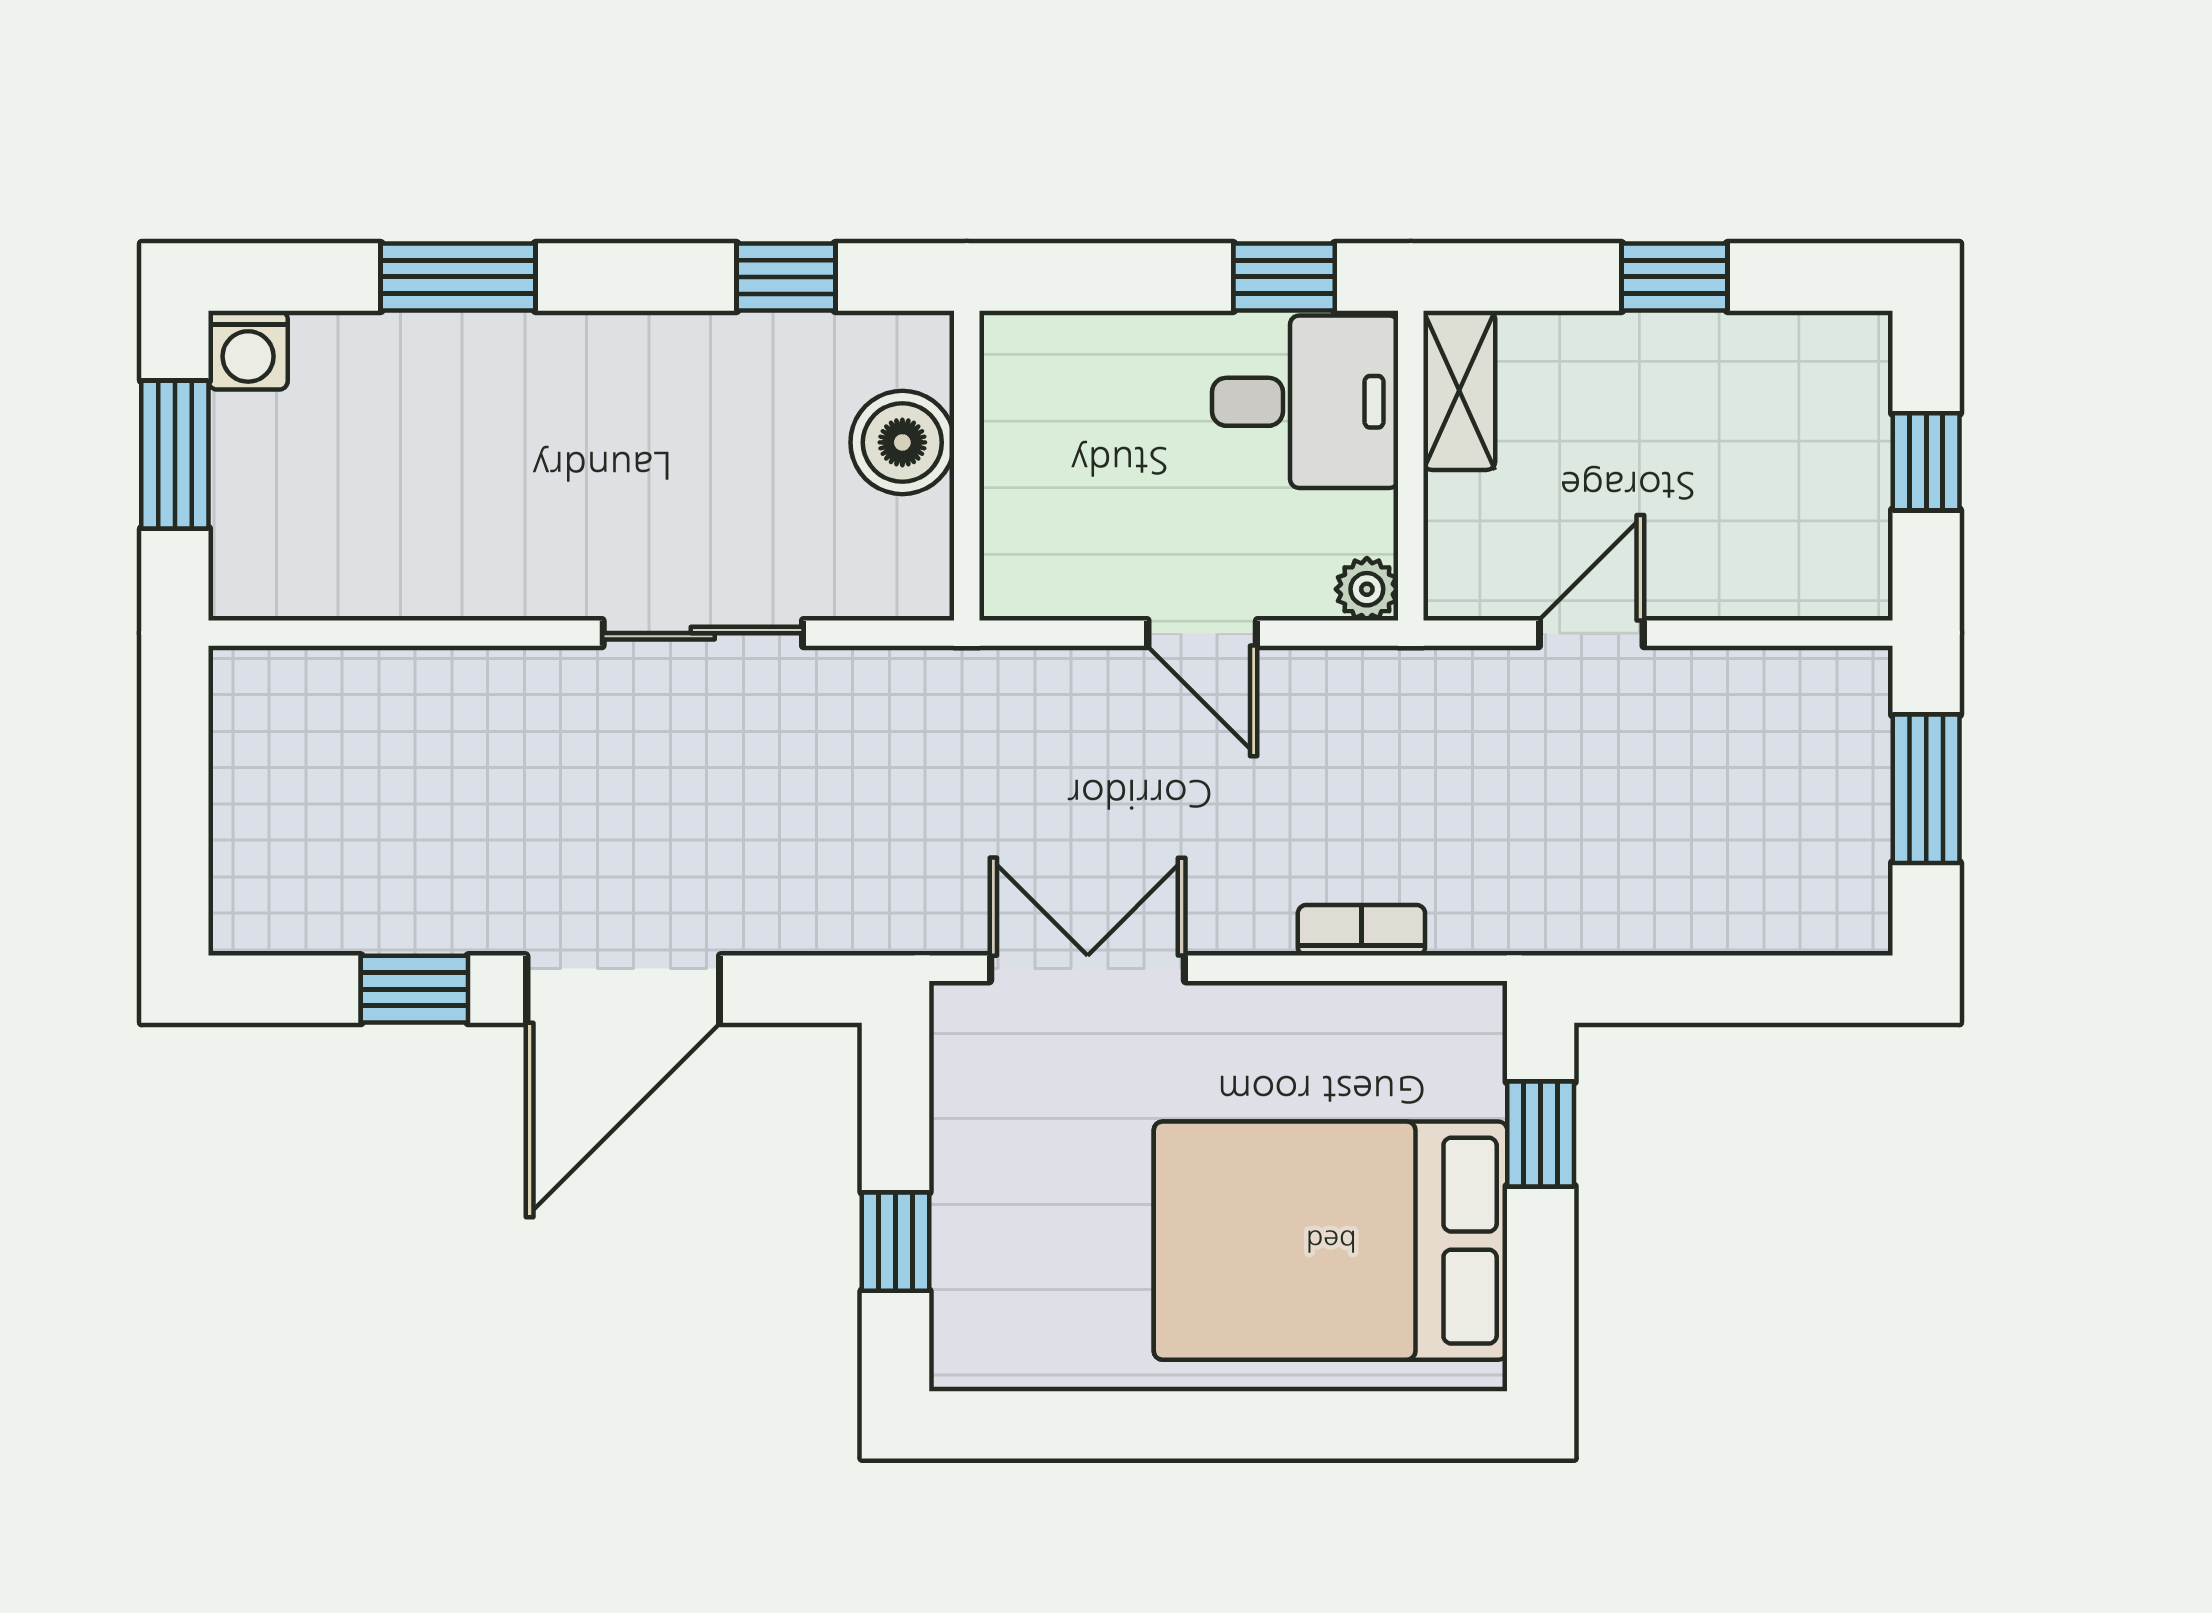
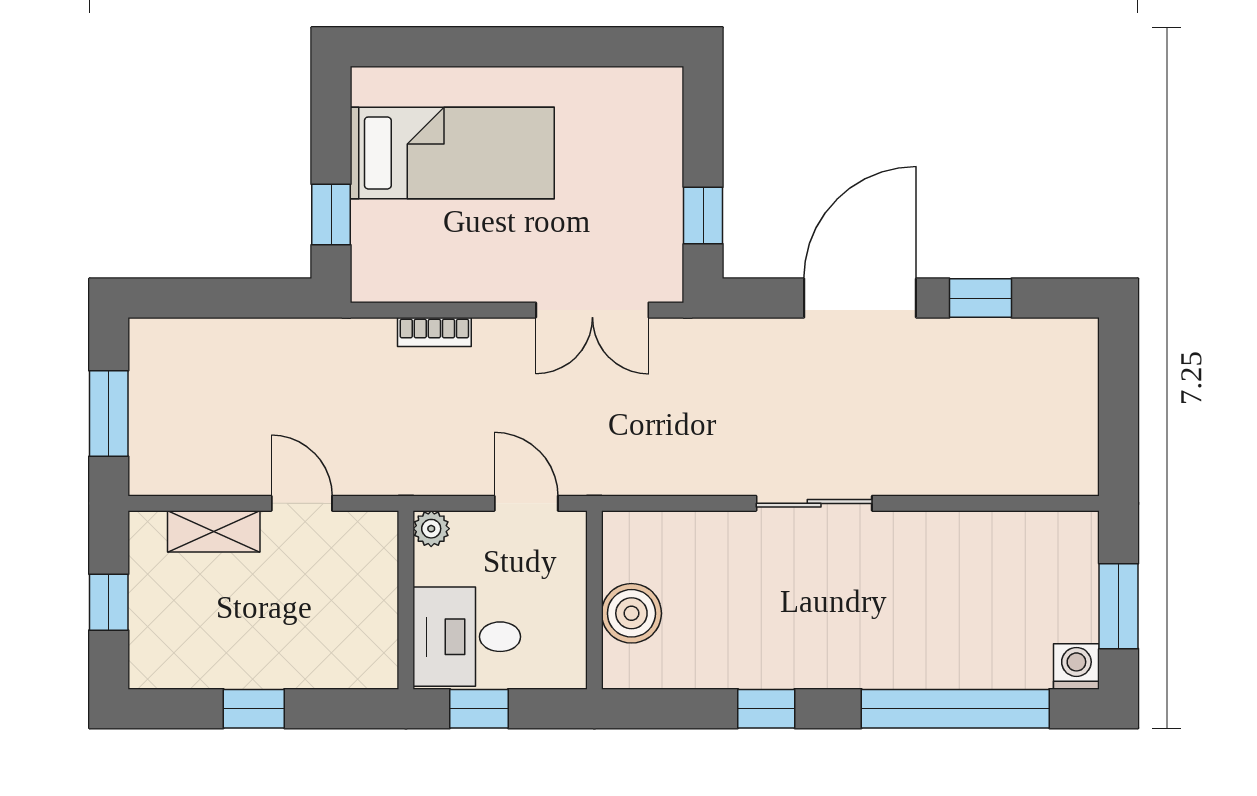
window: (458, 277) -> (955, 709), width x2.11
shelving: (1459, 390) -> (214, 531), moved, turned 90
boiler: (902, 442) -> (631, 613), moved
wall: (967, 466) -> (594, 600), moved
door: (1591, 633) -> (302, 503), swing flipped
bed: (1331, 1241) -> (452, 153), width x0.67
window: (895, 1242) -> (703, 215), moved

